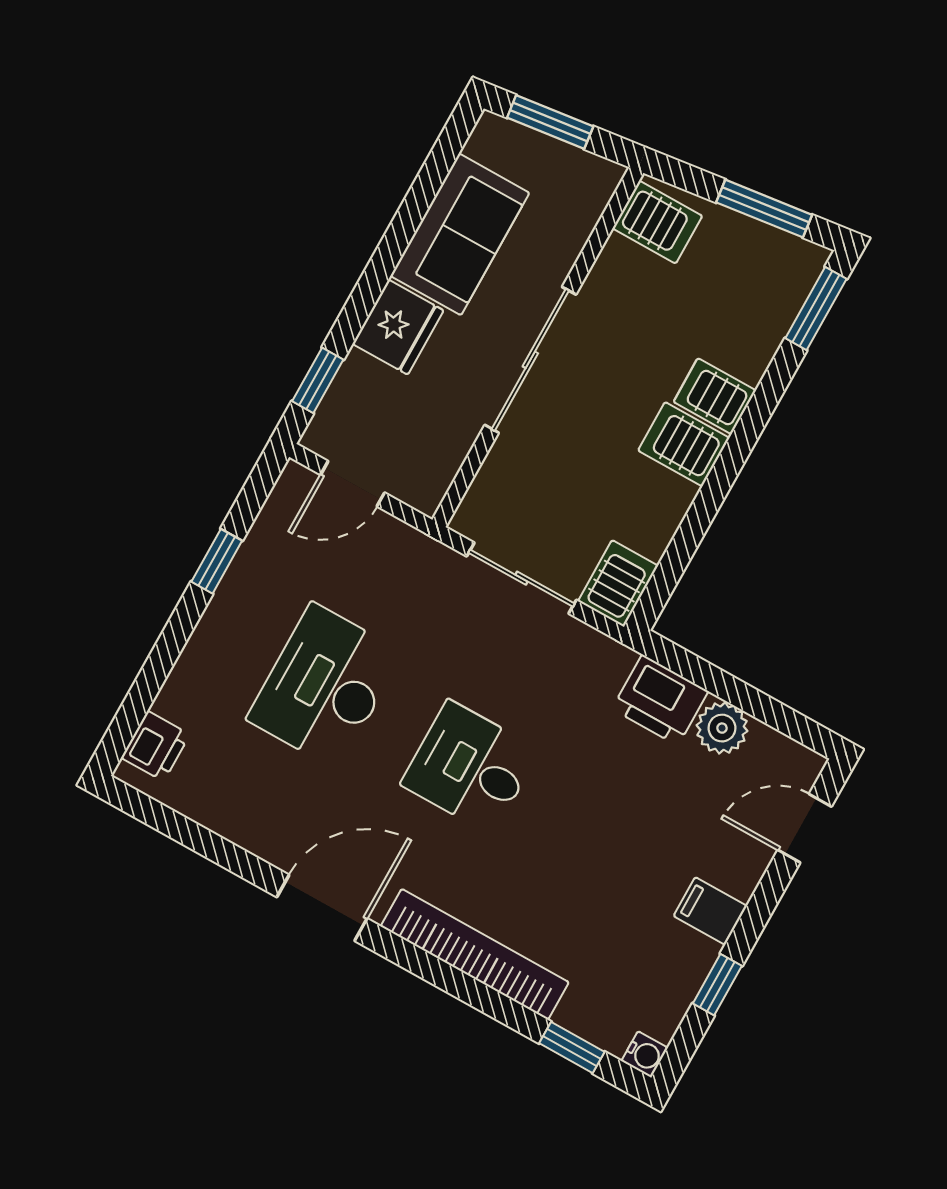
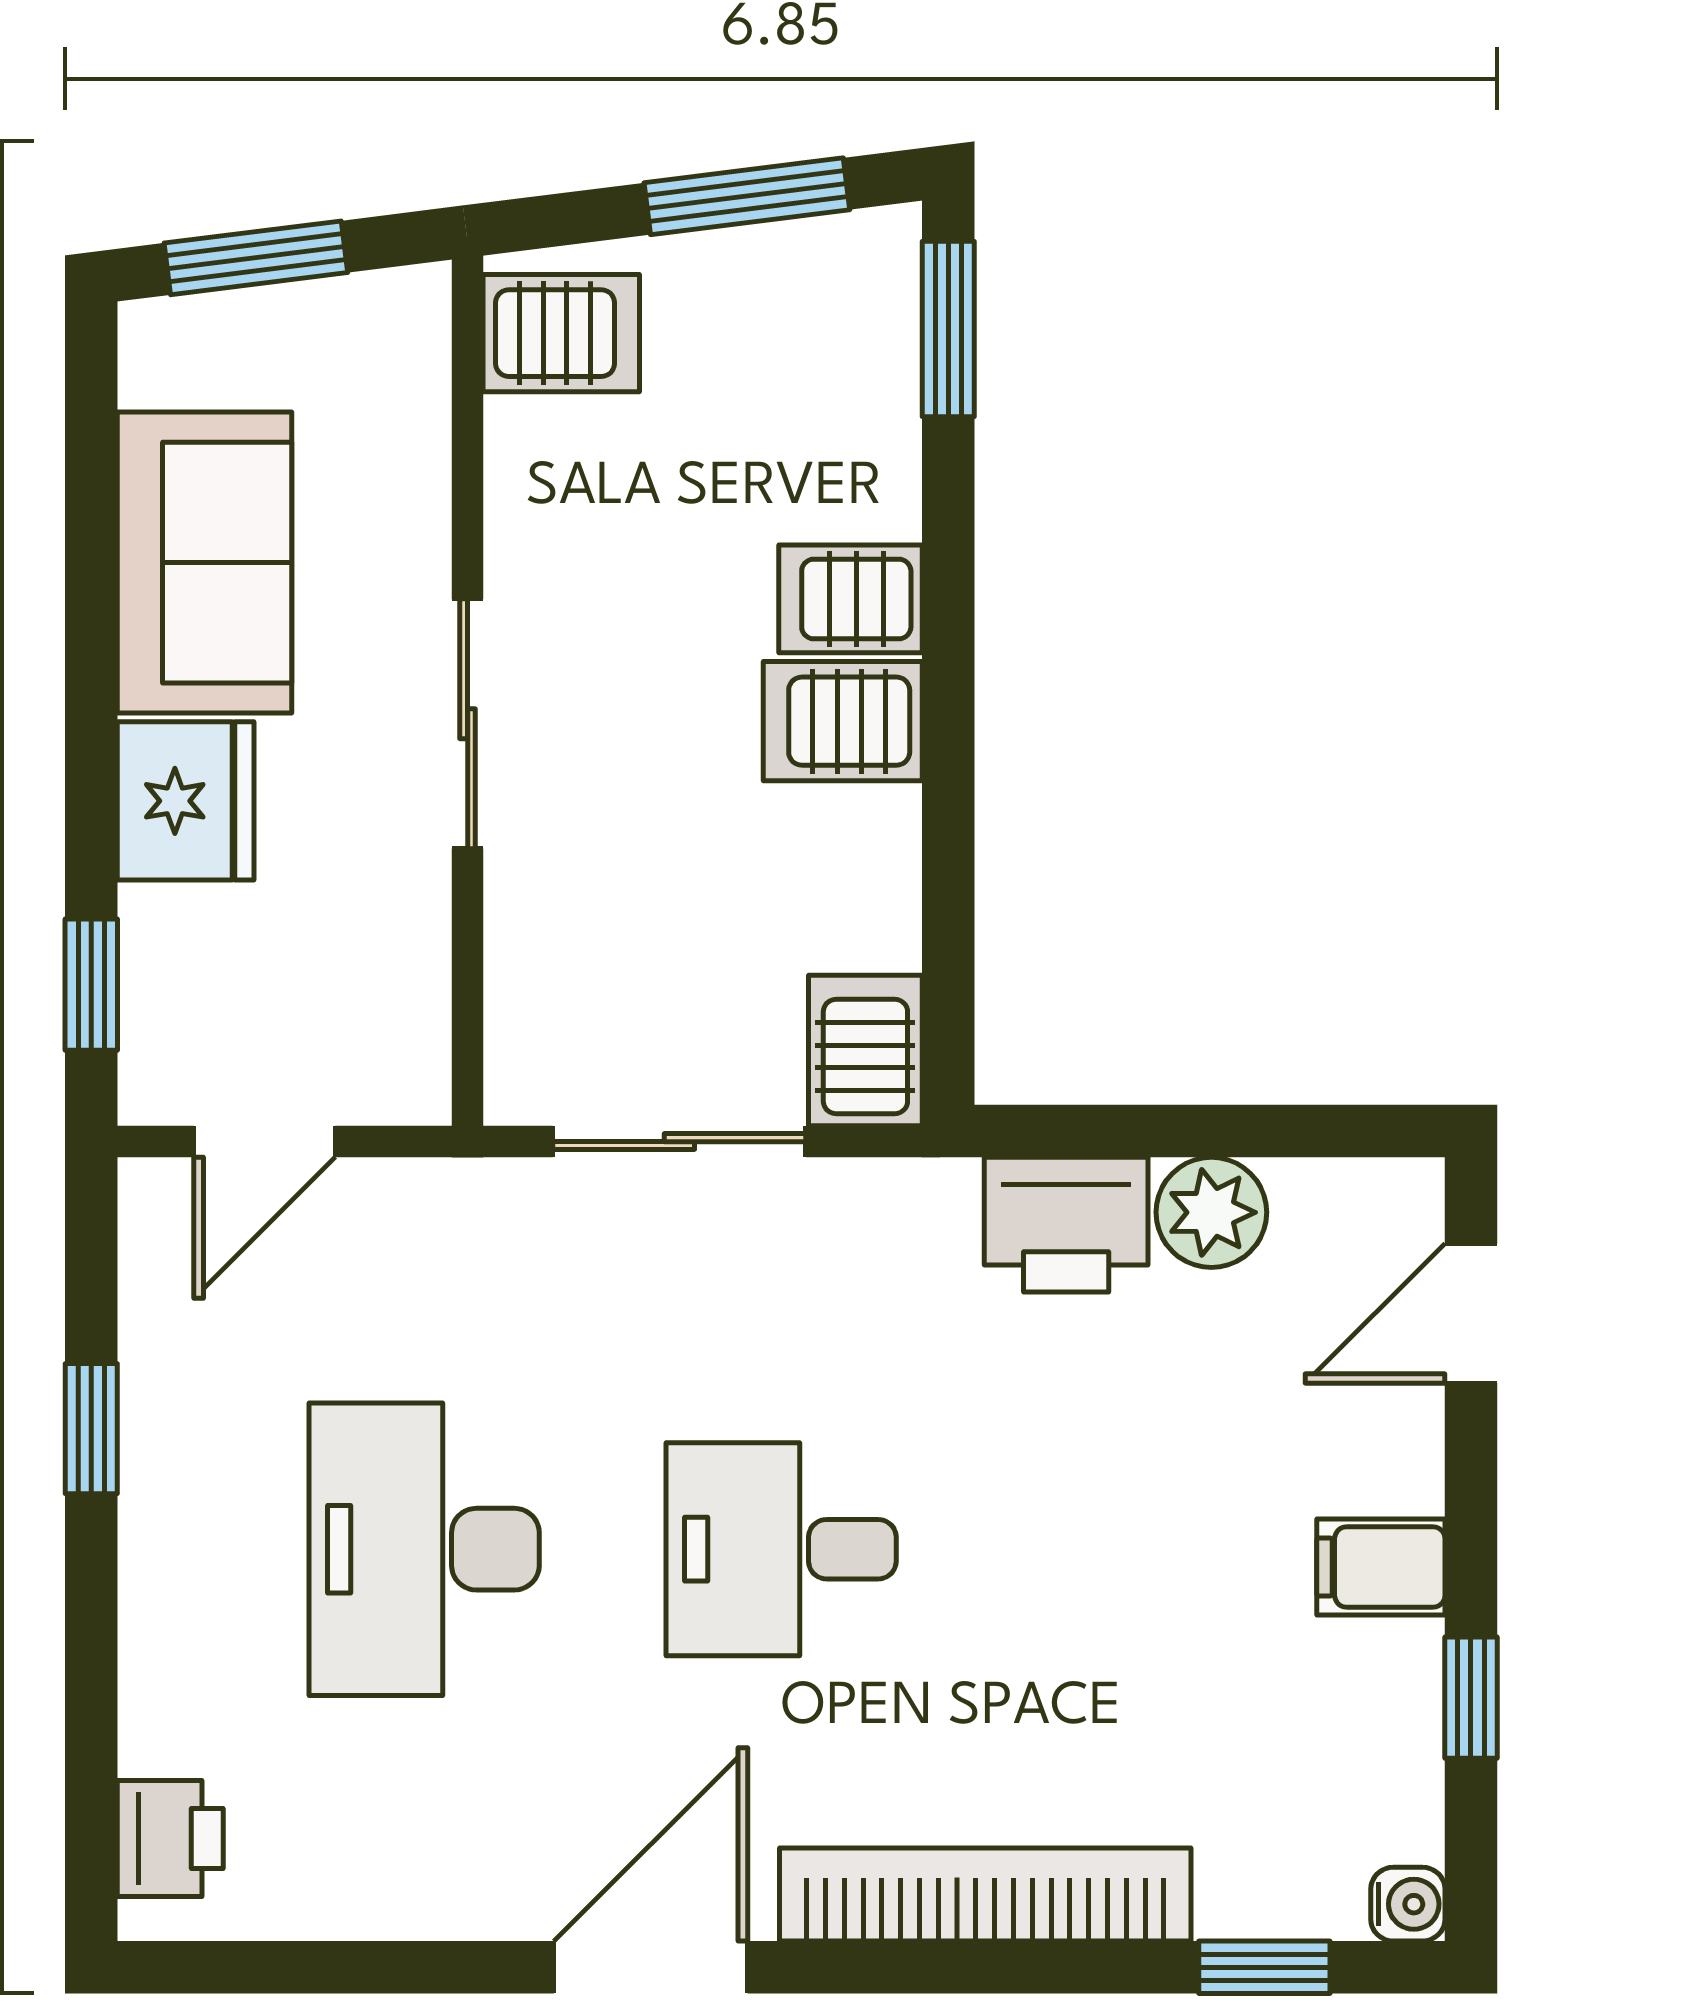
sliding door: (530, 360) -> (468, 724), width x0.73

